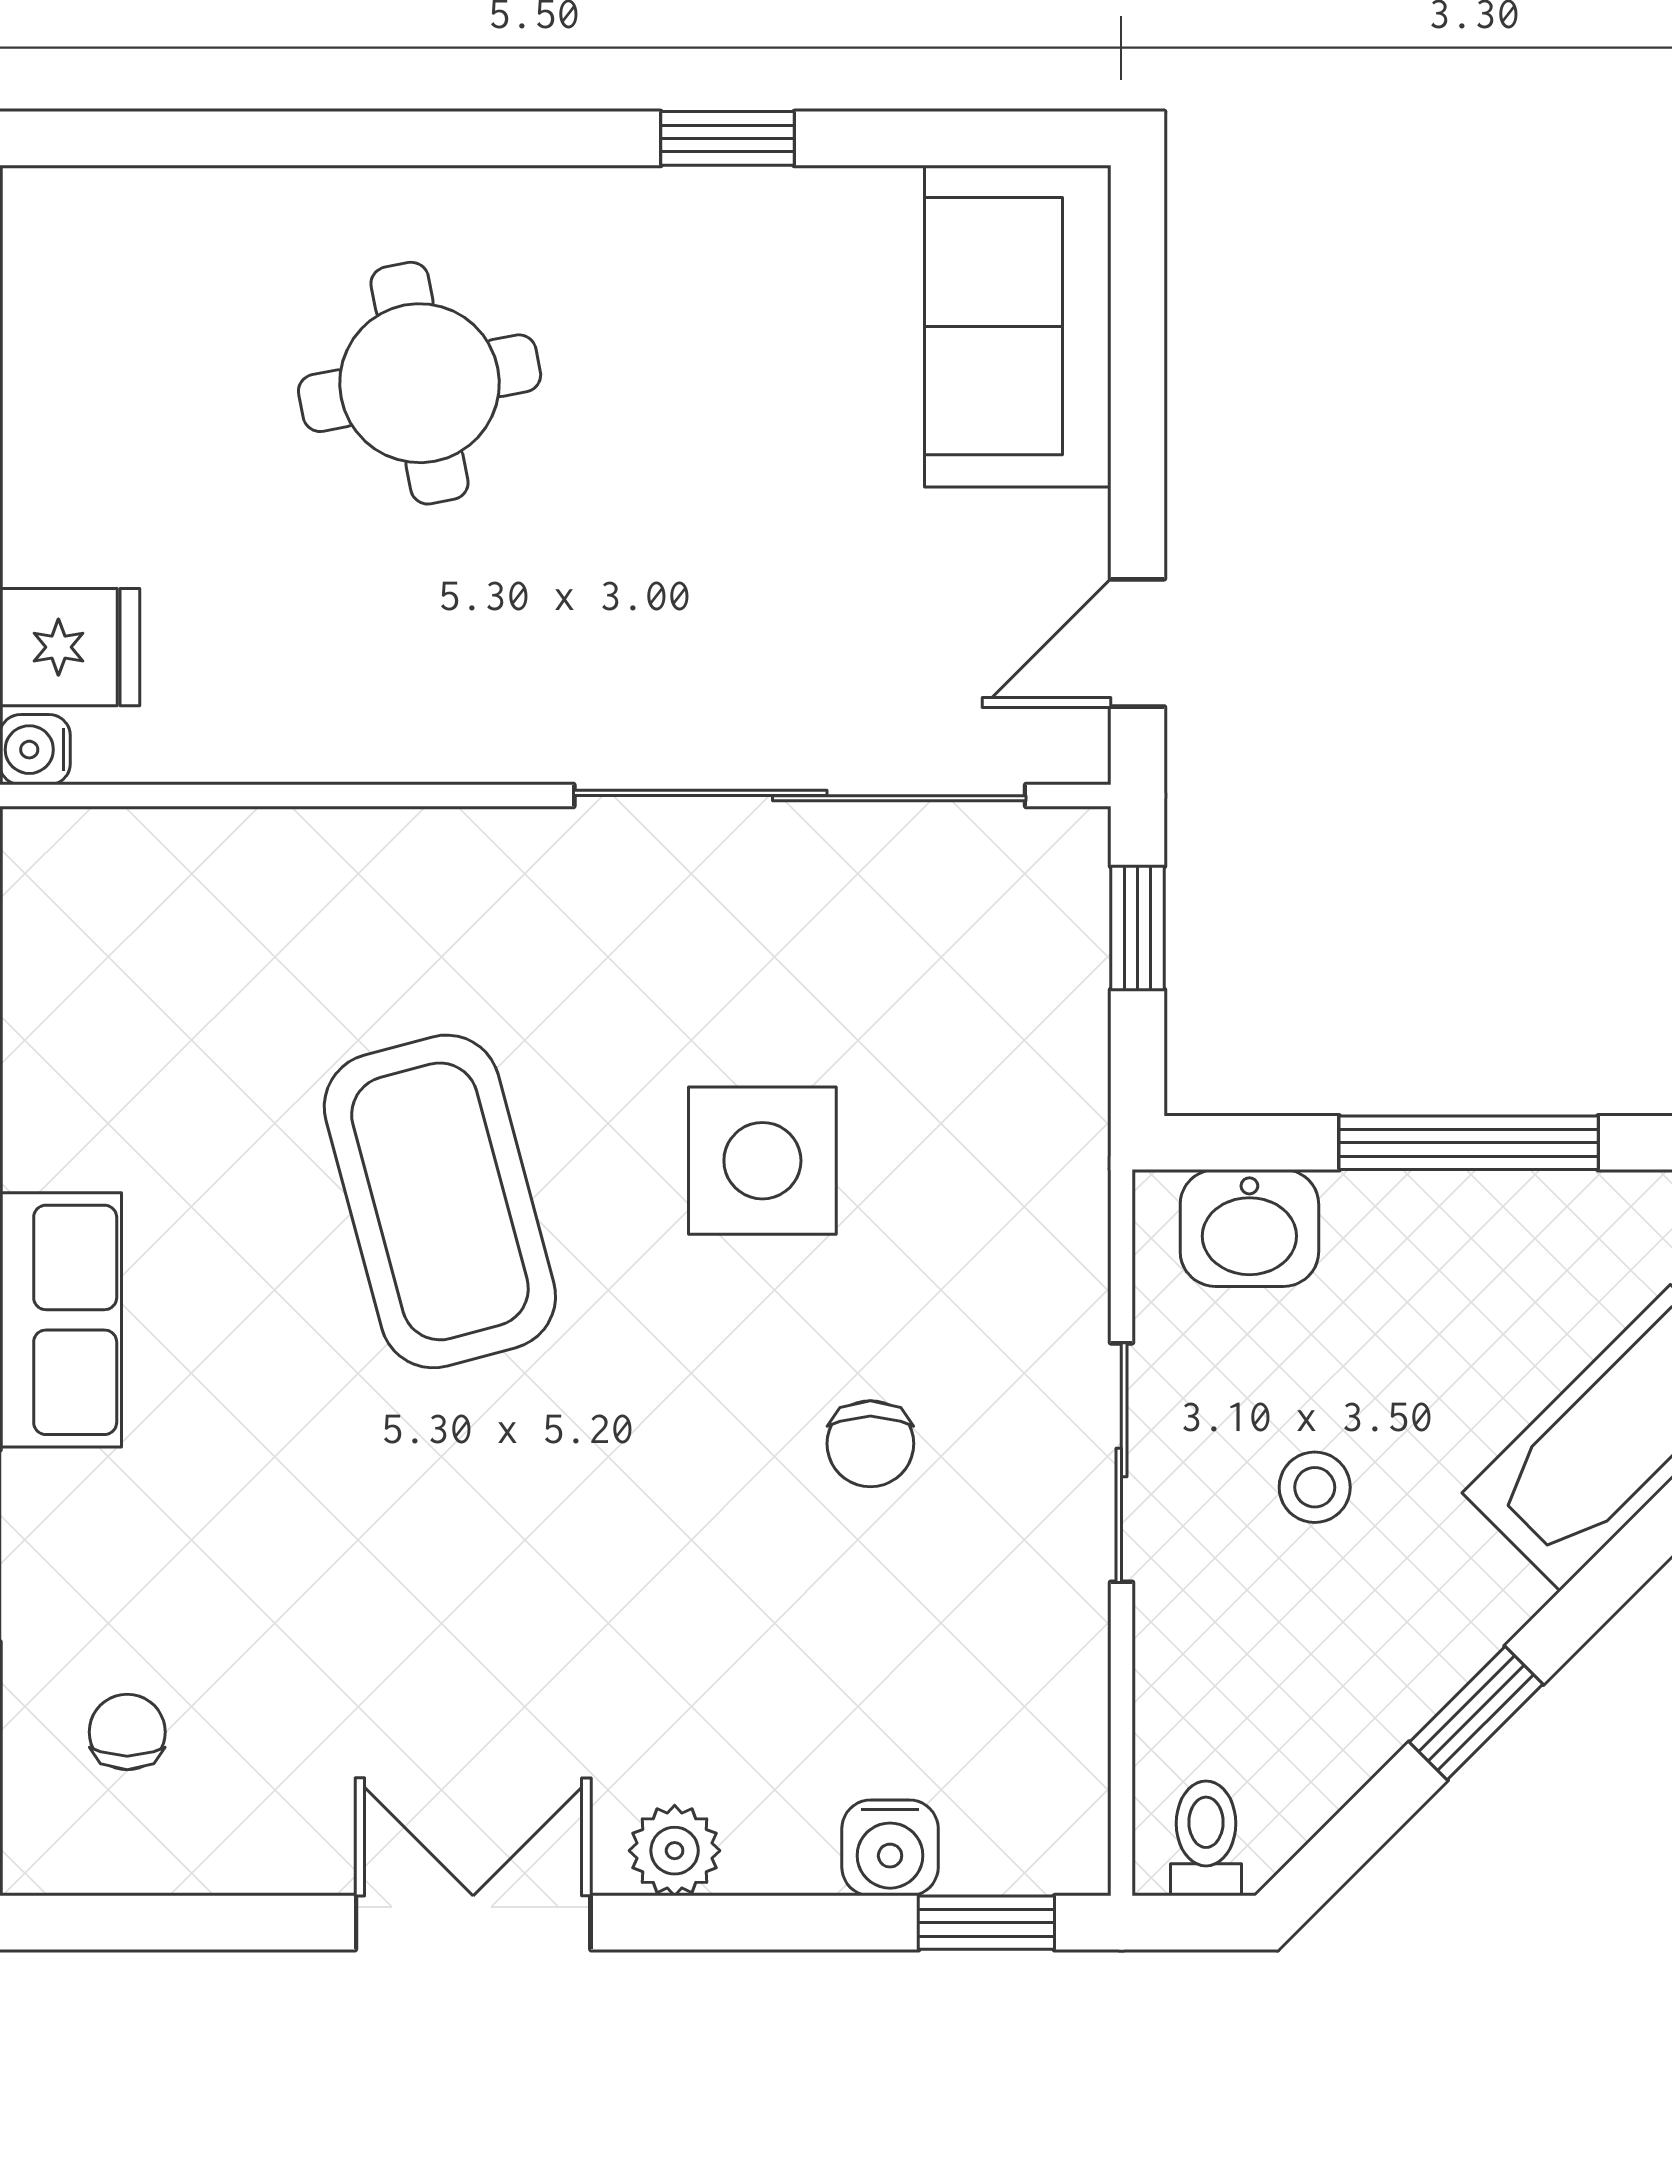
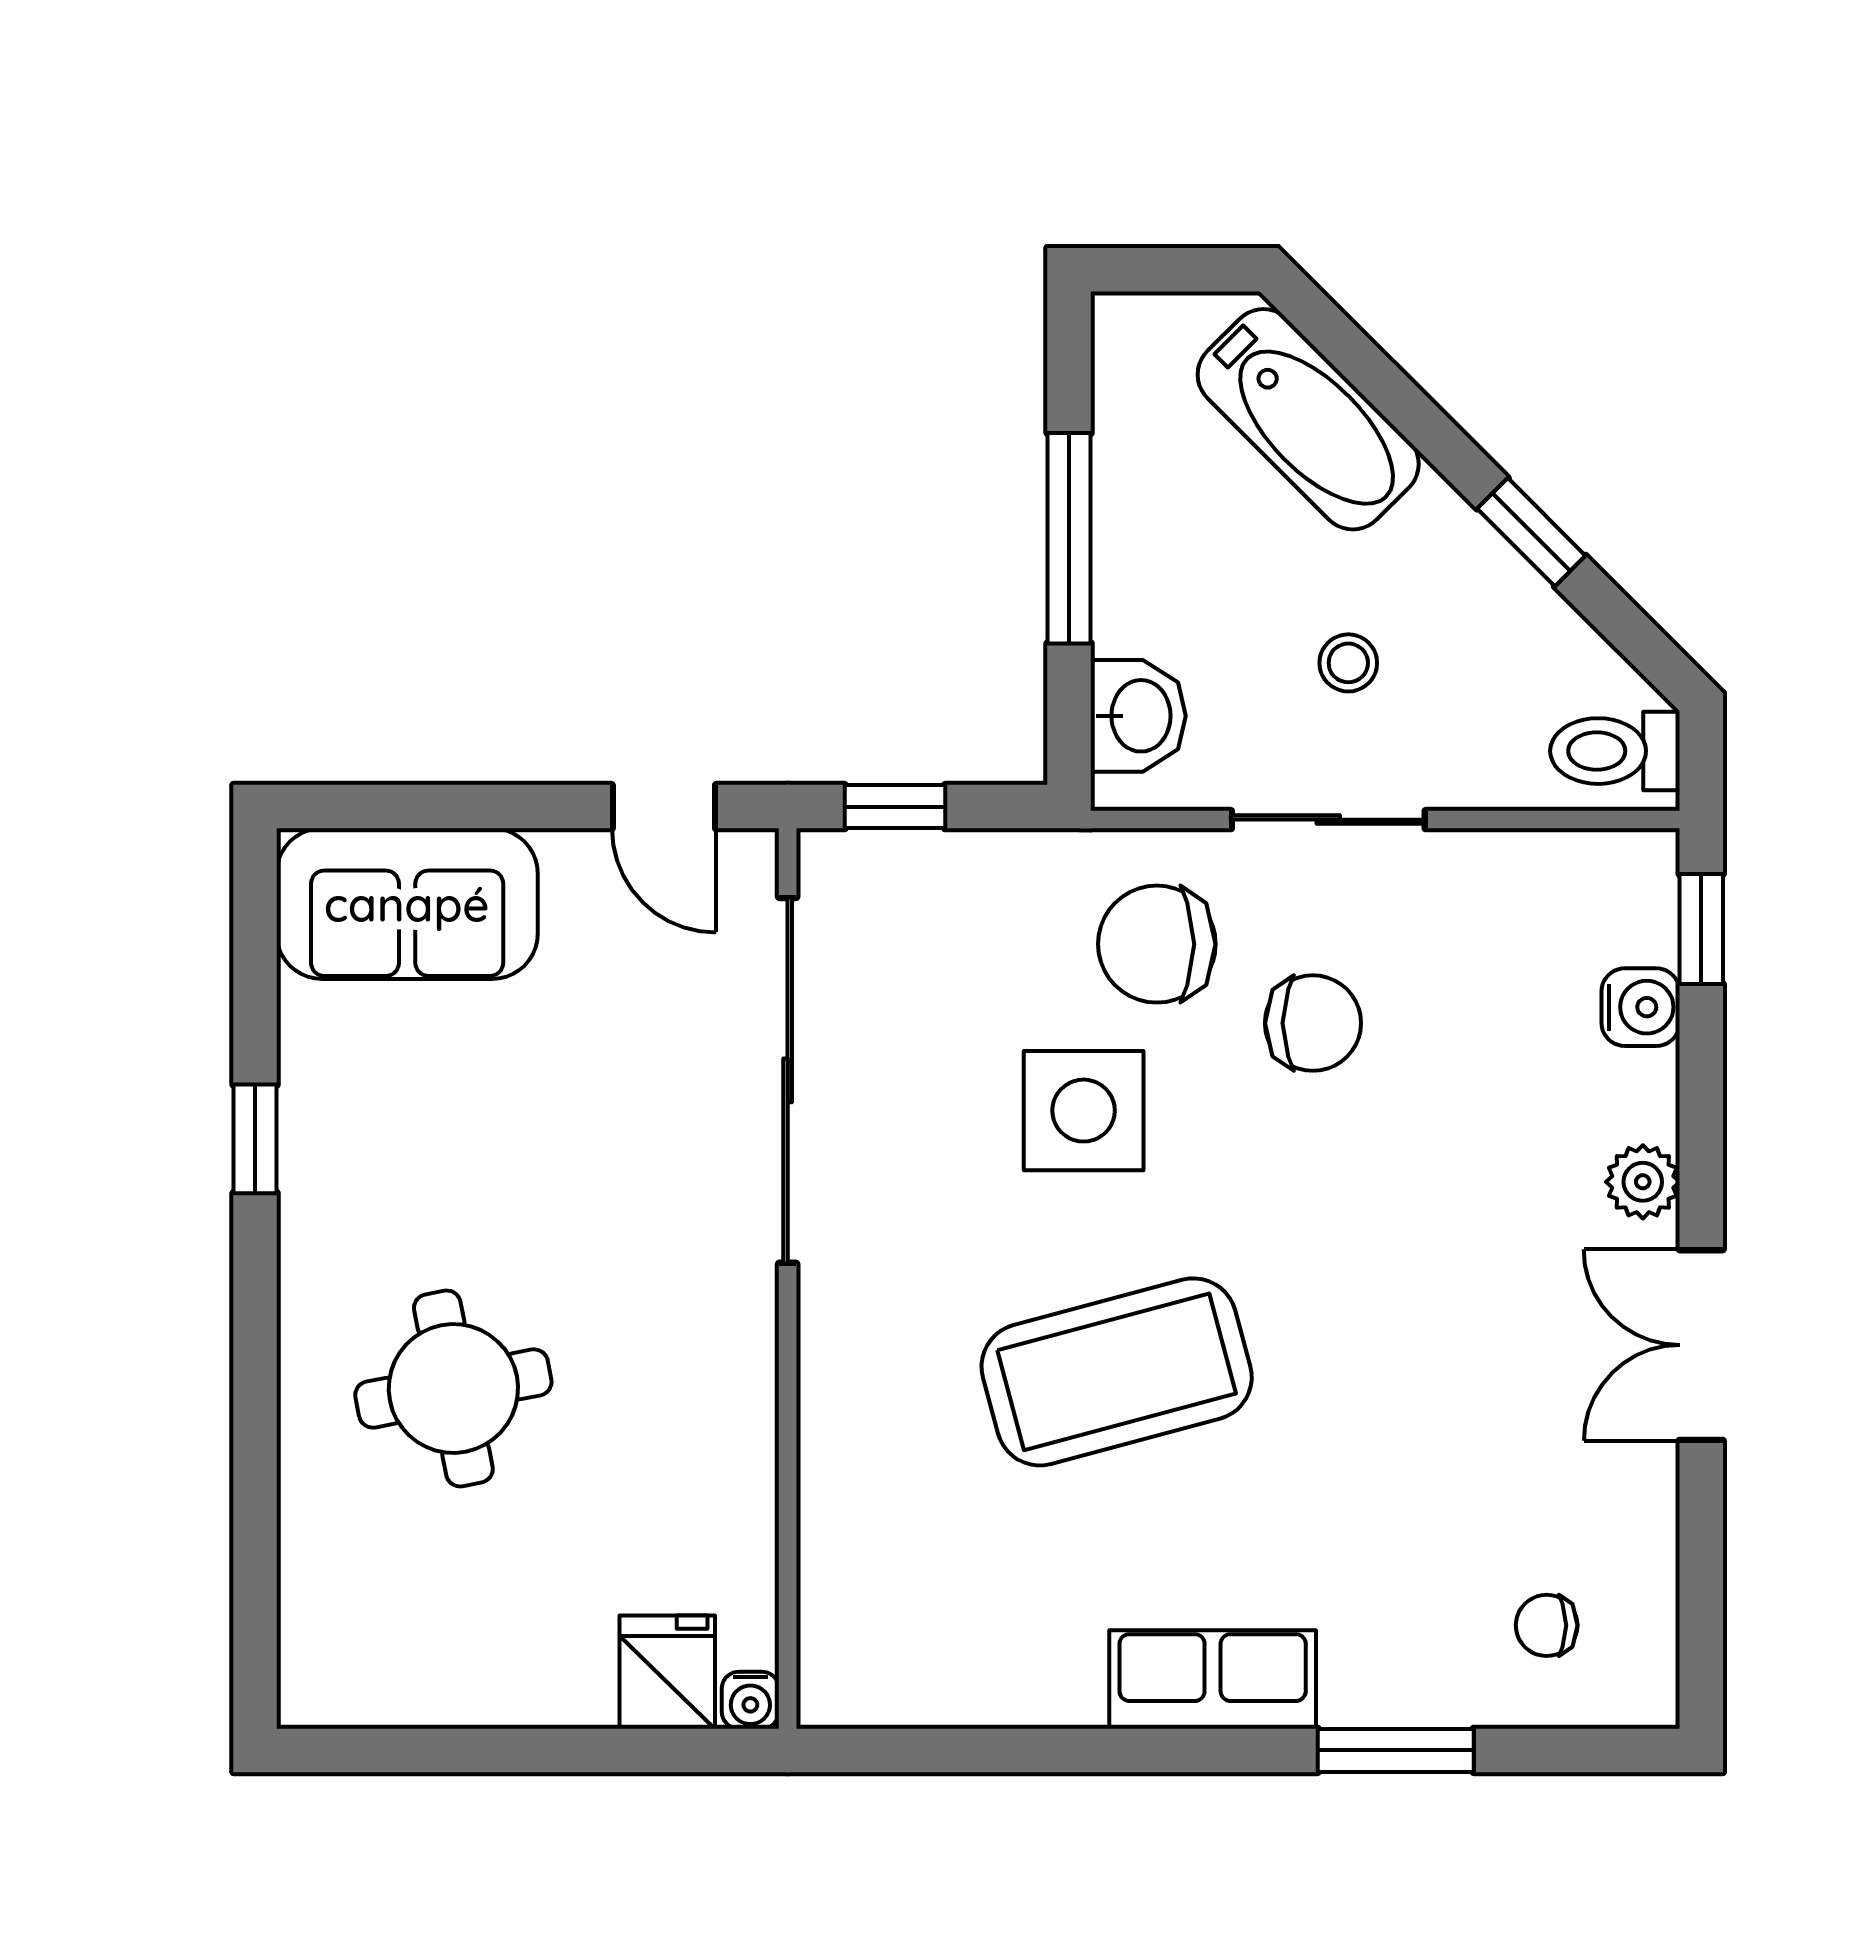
chair: (968, 1251) -> (1157, 944), added
chair: (870, 1444) -> (1313, 1023), width x1.37, depth x1.37
toilet: (1206, 1838) -> (1615, 751), width x1.37, depth x1.39

